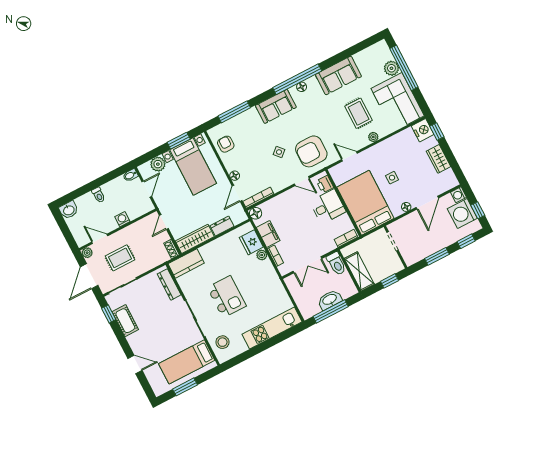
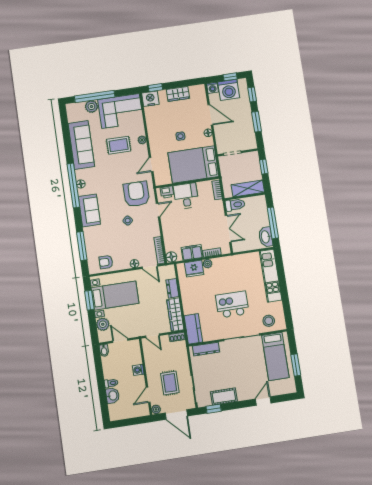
sofa: (338, 75) -> (81, 145), width x1.36
armchair: (311, 151) -> (136, 194), turned 180
washbasin: (69, 210) -> (113, 396), moved
washbasin: (330, 300) -> (266, 237), moved

